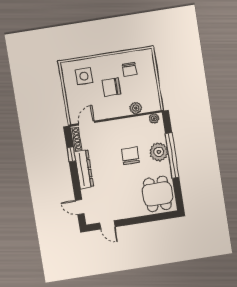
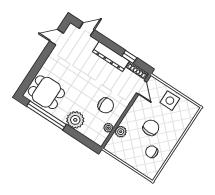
side table: (84, 76) -> (170, 101), moved
plant: (154, 119) -> (108, 128), moved
window: (172, 155) -> (46, 115), moved
chair: (130, 156) -> (106, 105), moved

